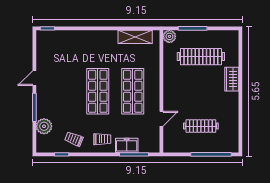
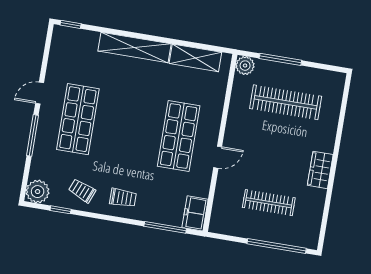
shelving: (93, 37) -> (134, 47), added
wardrobe: (232, 79) -> (320, 170), moved
shop shelf: (98, 91) -> (78, 119), moved
door: (161, 119) -> (218, 157), moved
plant: (44, 126) -> (38, 192), moved
freezer: (127, 145) -> (195, 213), moved, turned -90

